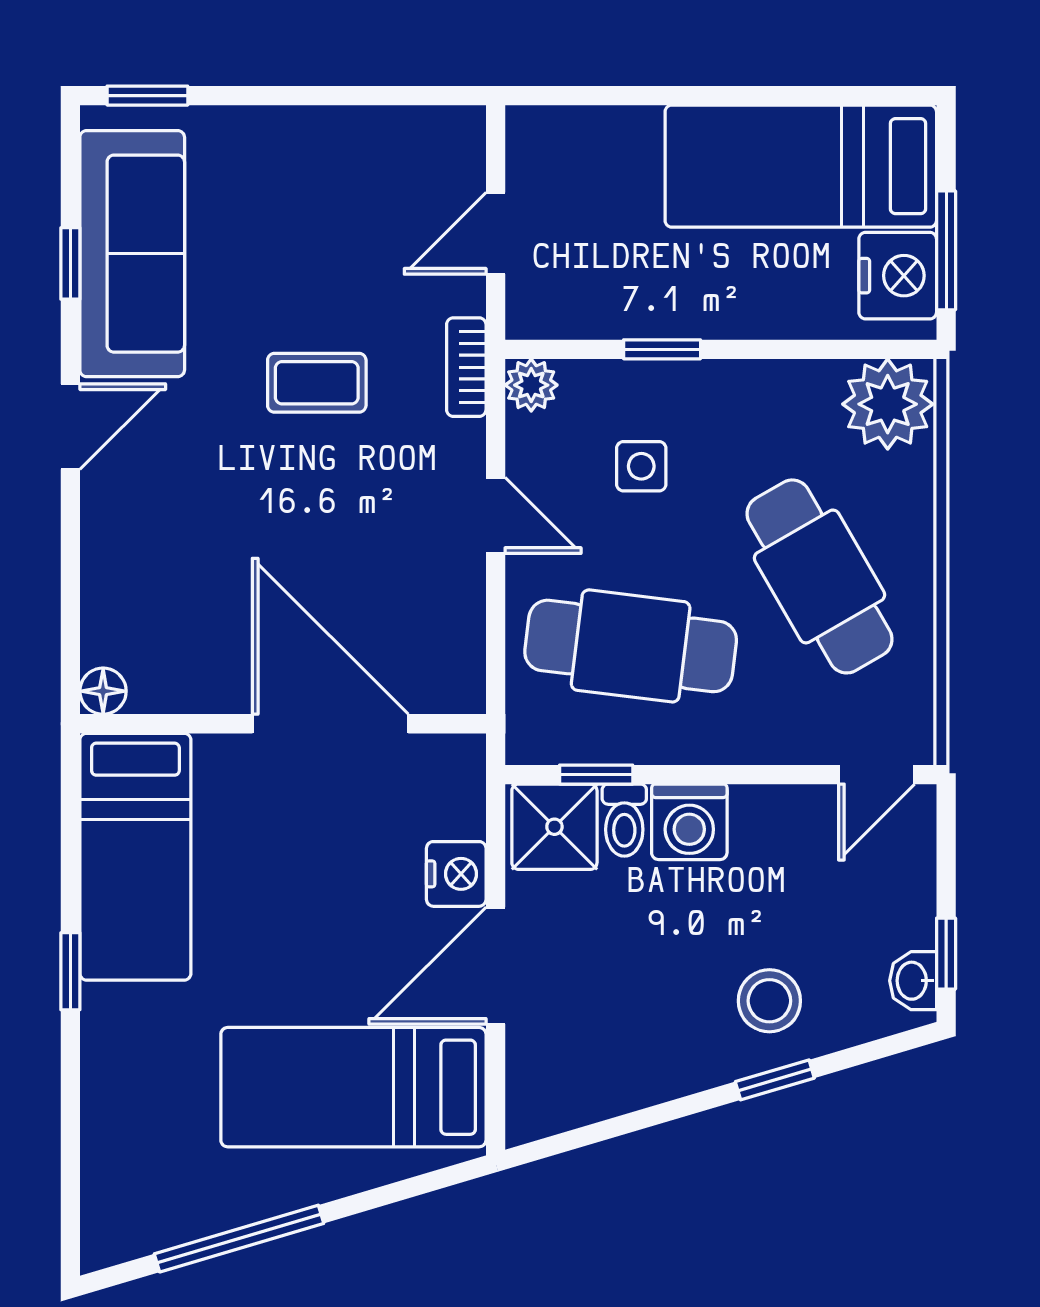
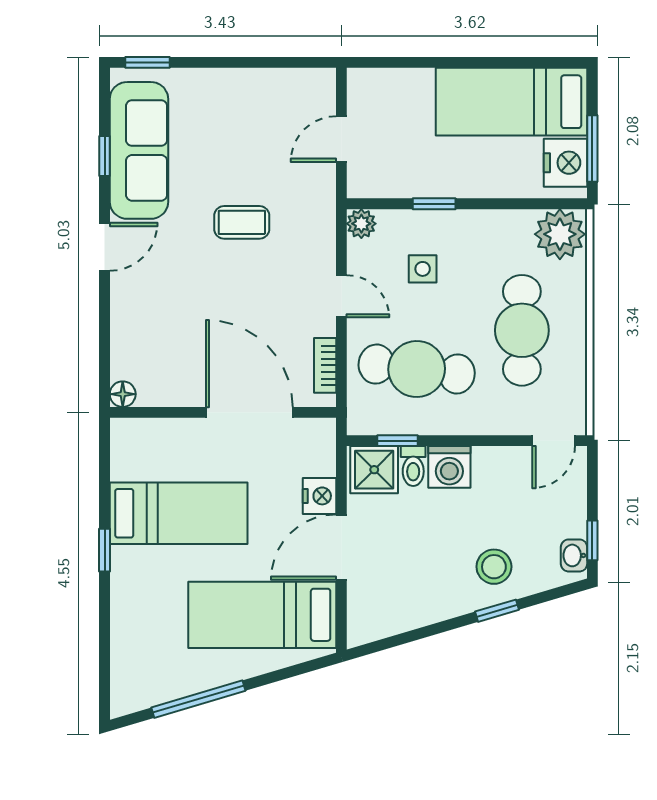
bookcase: (466, 367) -> (325, 365), moved
cafe table: (819, 576) -> (522, 330), turned 30
bed: (135, 857) -> (179, 513), moved, turned -90

